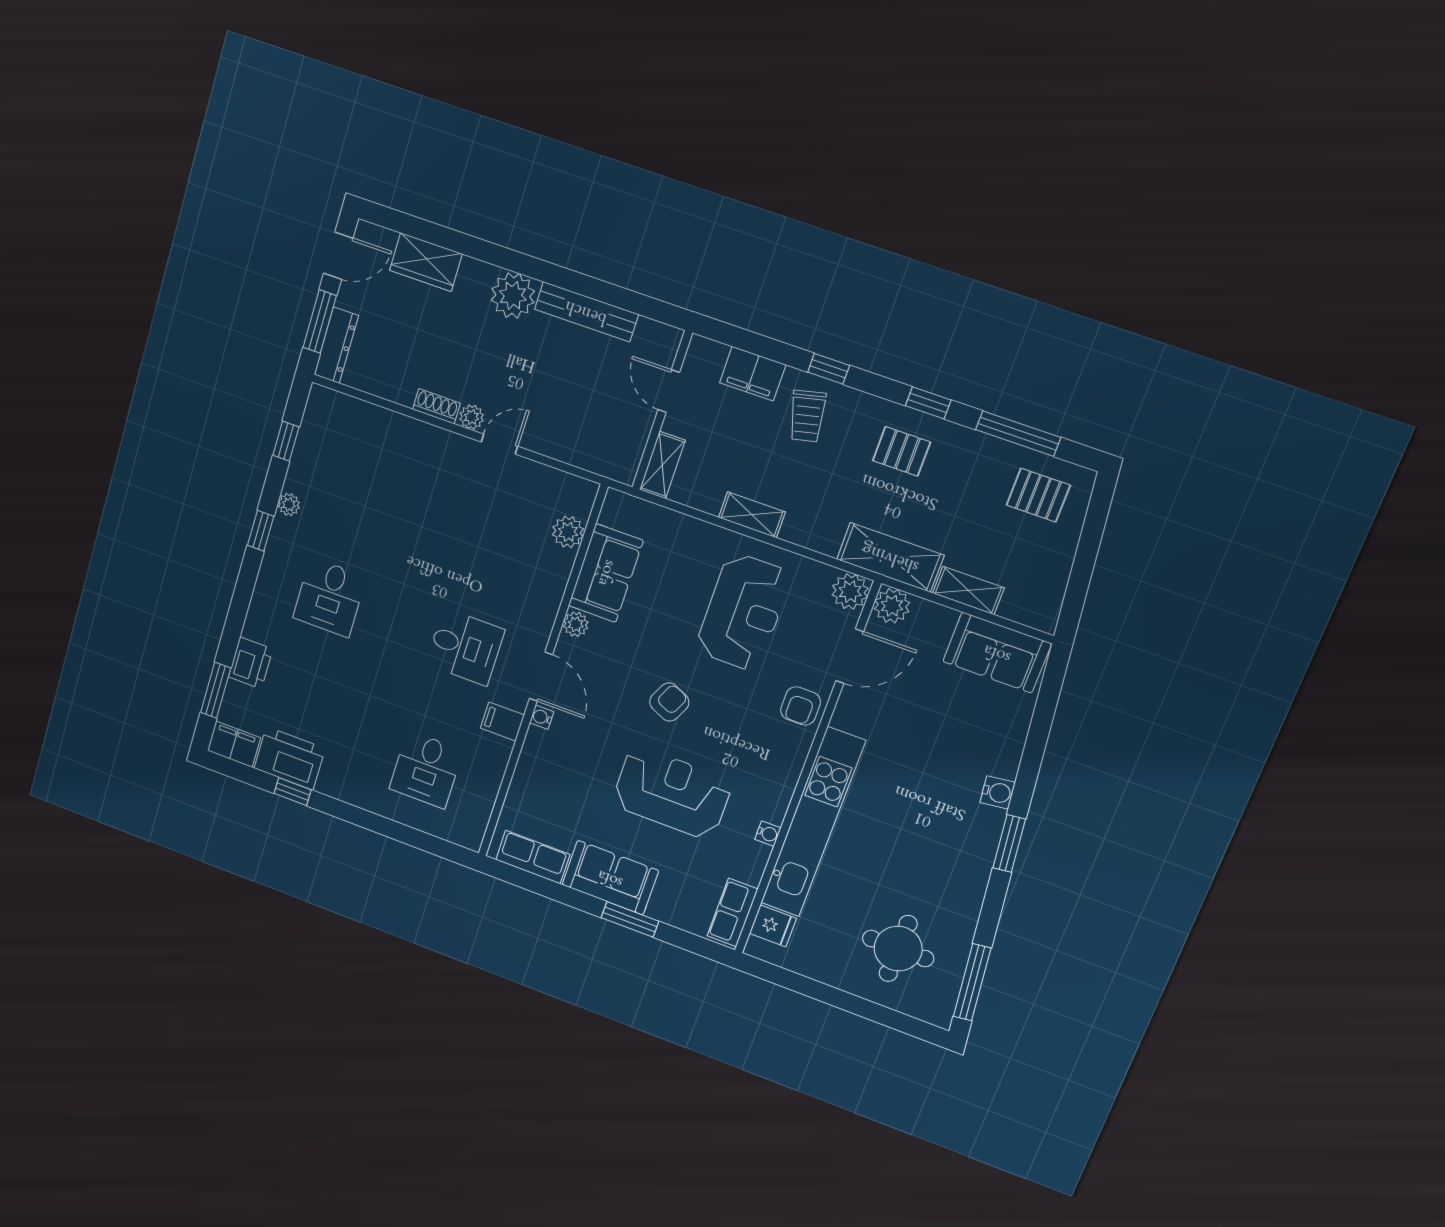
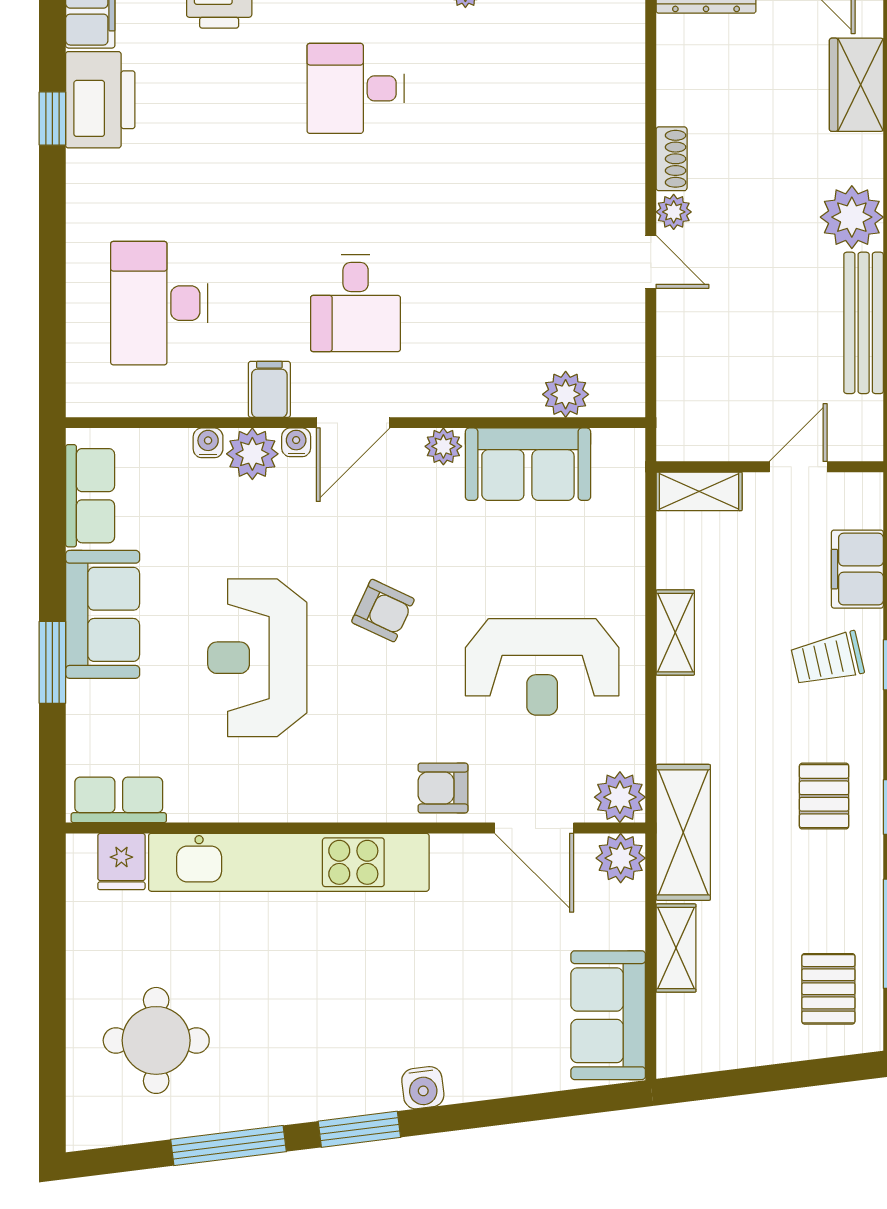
plant: (540, 747) -> (252, 454), added
desk: (426, 770) -> (159, 303), width x1.37
reception desk: (672, 793) -> (257, 658), turned 180
water cooler: (768, 834) -> (208, 443), moved, turned 180
window: (972, 982) -> (228, 1146), moved

